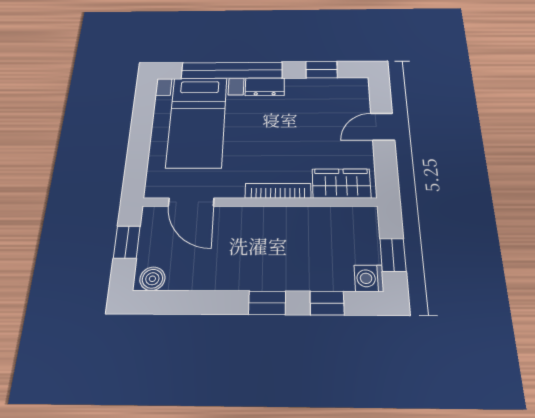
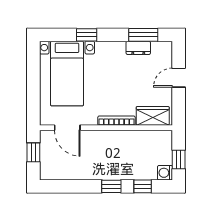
window: (232, 70) -> (87, 35), width x0.32
window: (322, 70) -> (143, 35), width x1.50
dresser: (265, 87) -> (138, 48), moved
boiler: (152, 279) -> (50, 173), removed

